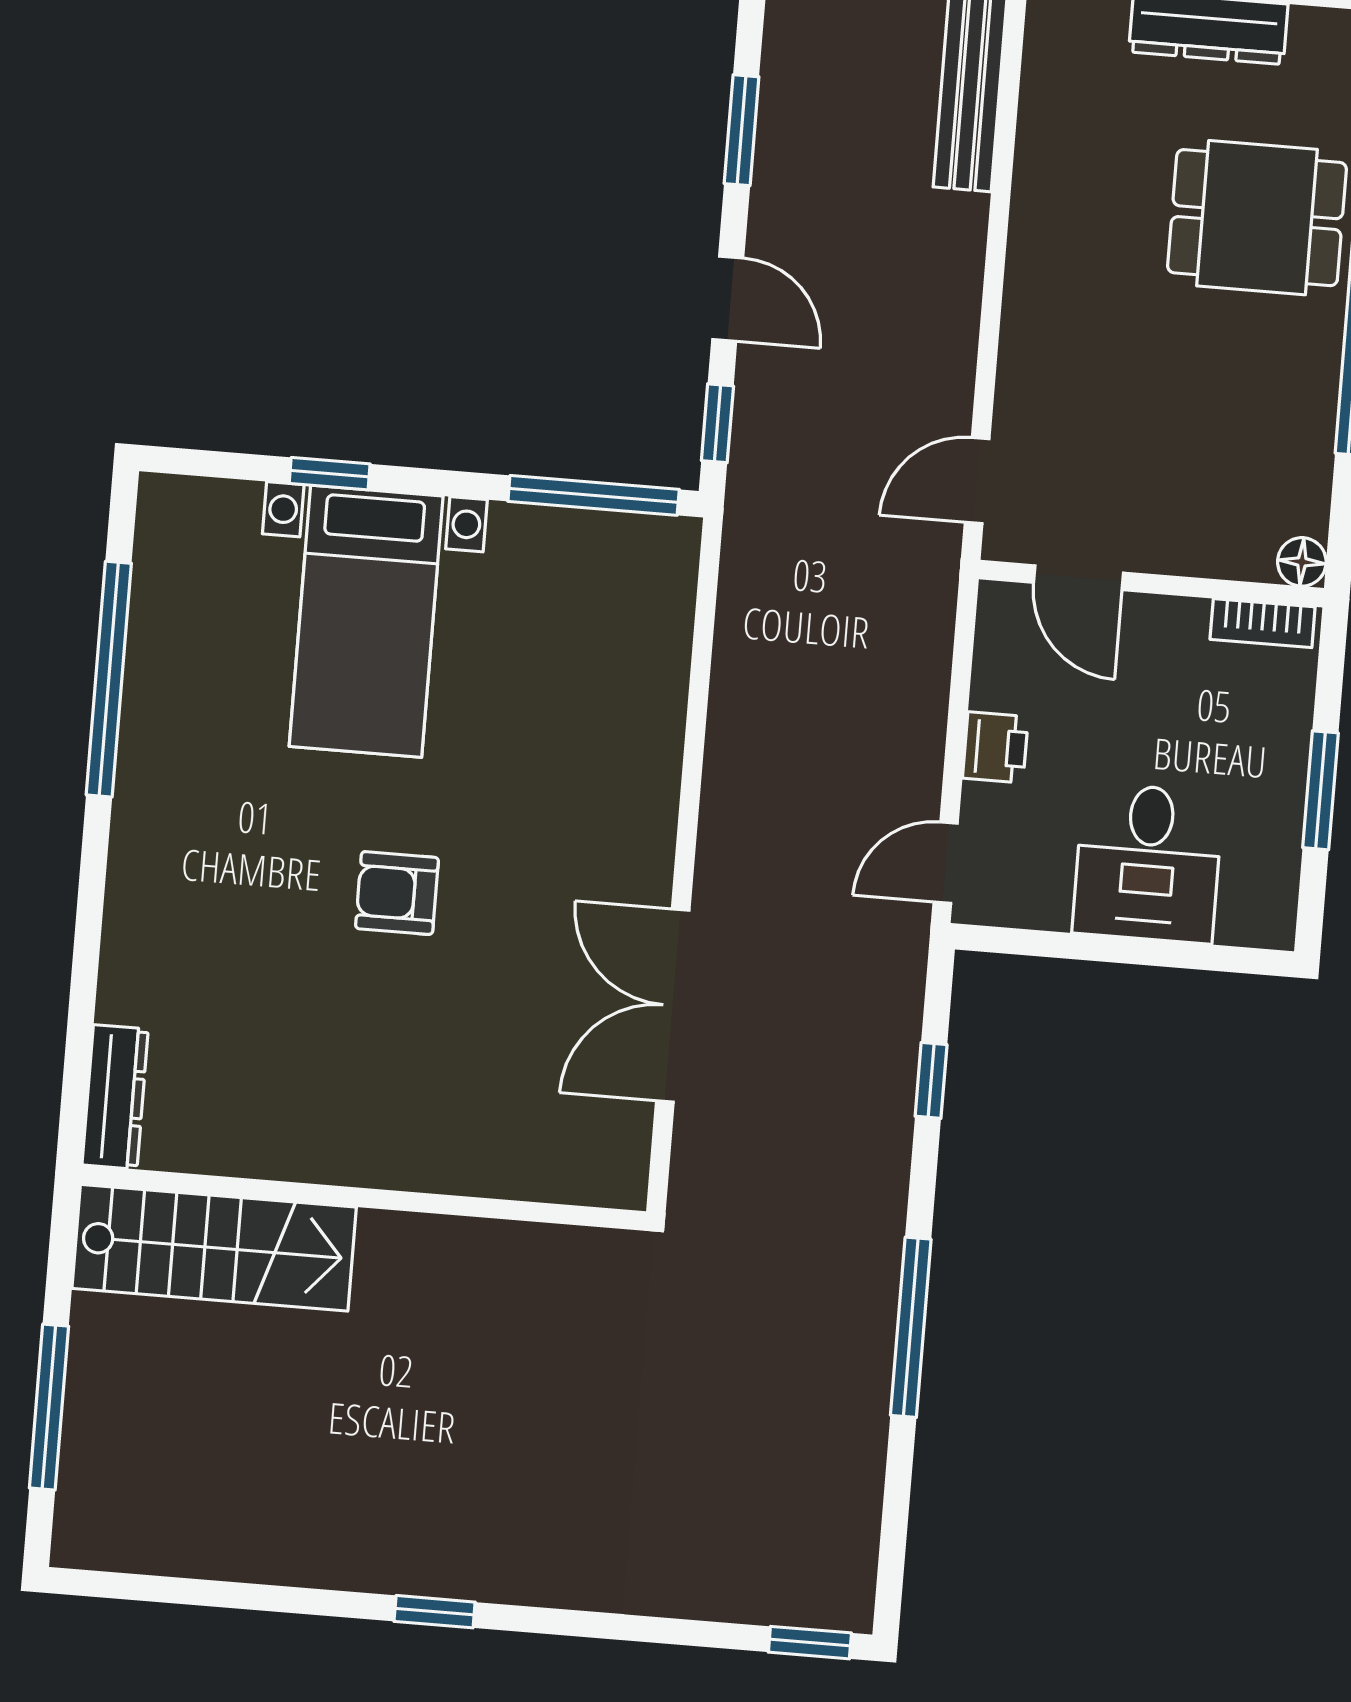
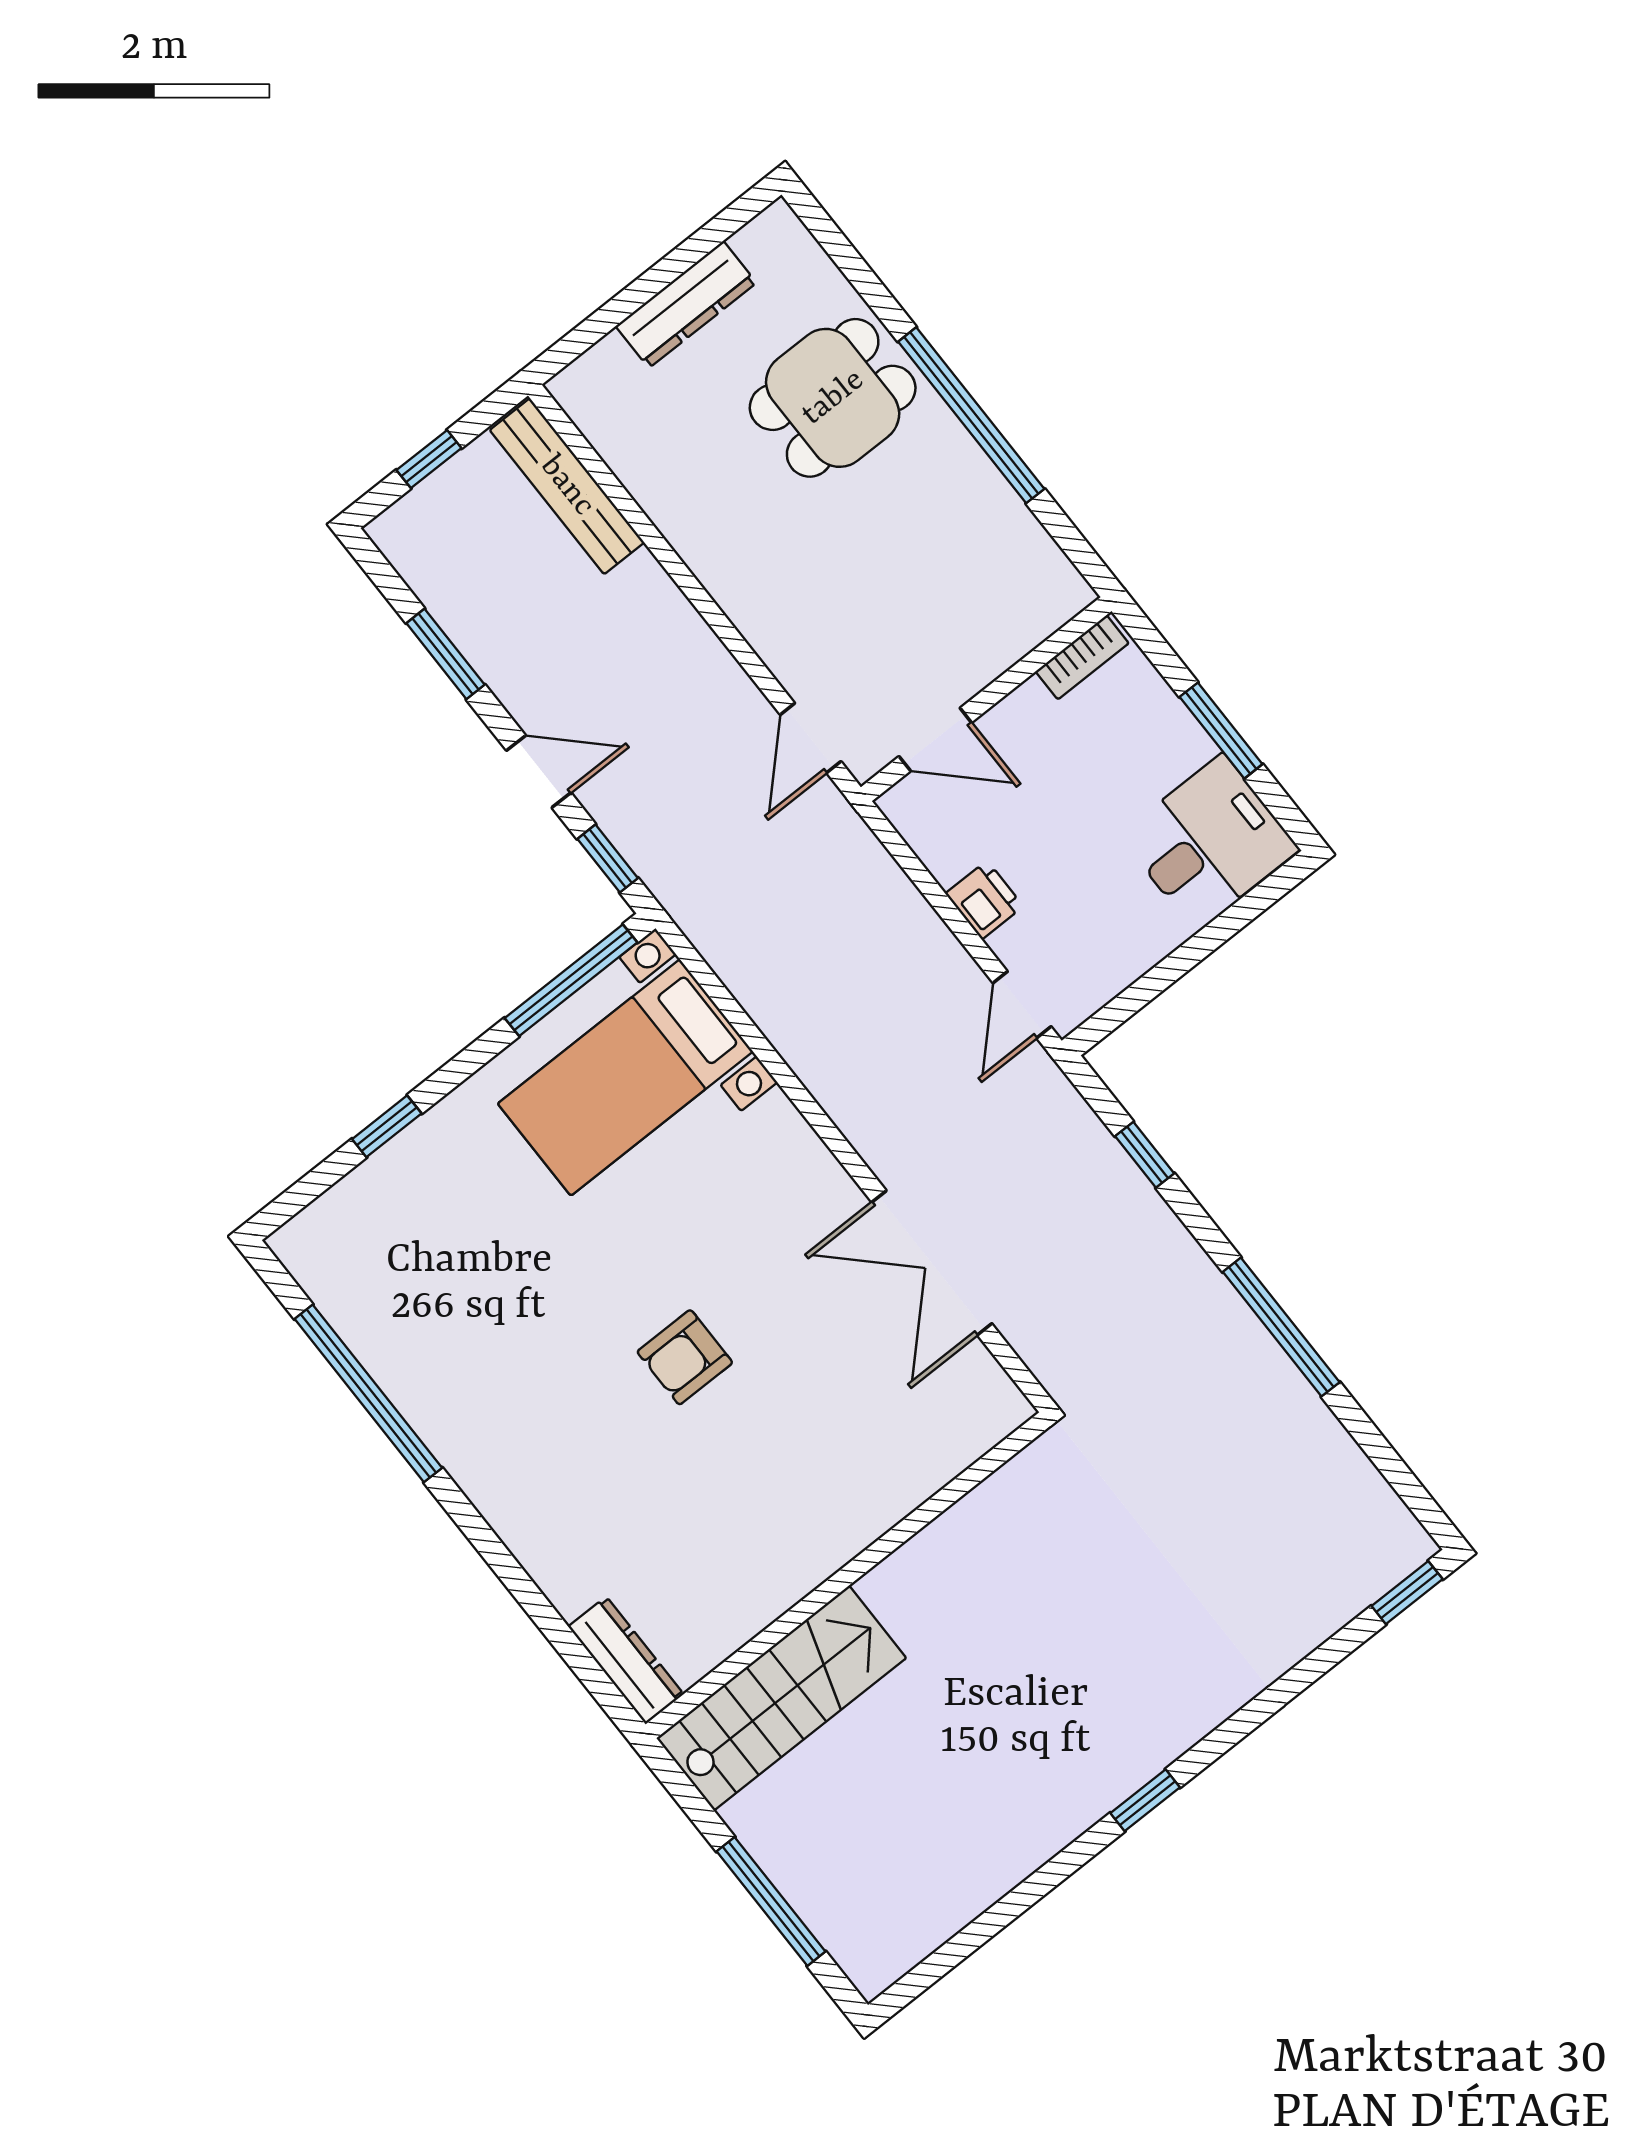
floor lamp: (1302, 562) -> (1070, 594), removed
bed with nightstands: (366, 621) -> (625, 1077), moved, turned 90
desk: (1148, 863) -> (1209, 842), moved, turned -90

